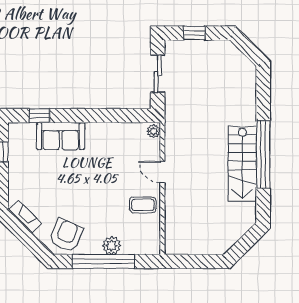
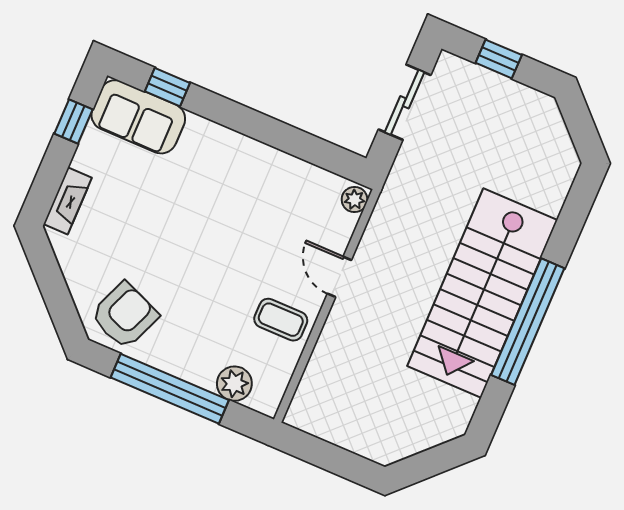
sofa: (61, 136) -> (138, 117), moved
stairs: (242, 164) -> (482, 293), width x1.36, depth x1.51
fireplace: (25, 217) -> (68, 201), moved, turned 45
plant: (111, 246) -> (234, 384), moved

